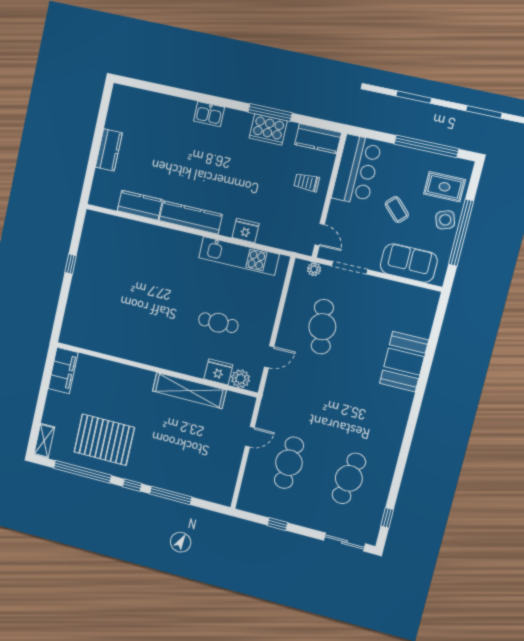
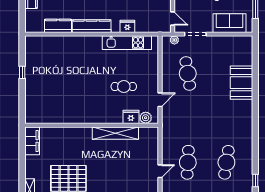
door: (250, 437) -> (160, 171), moved

